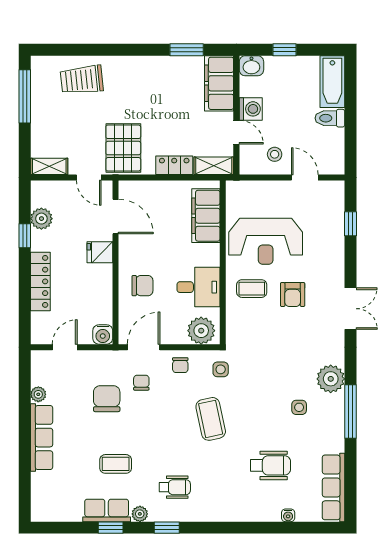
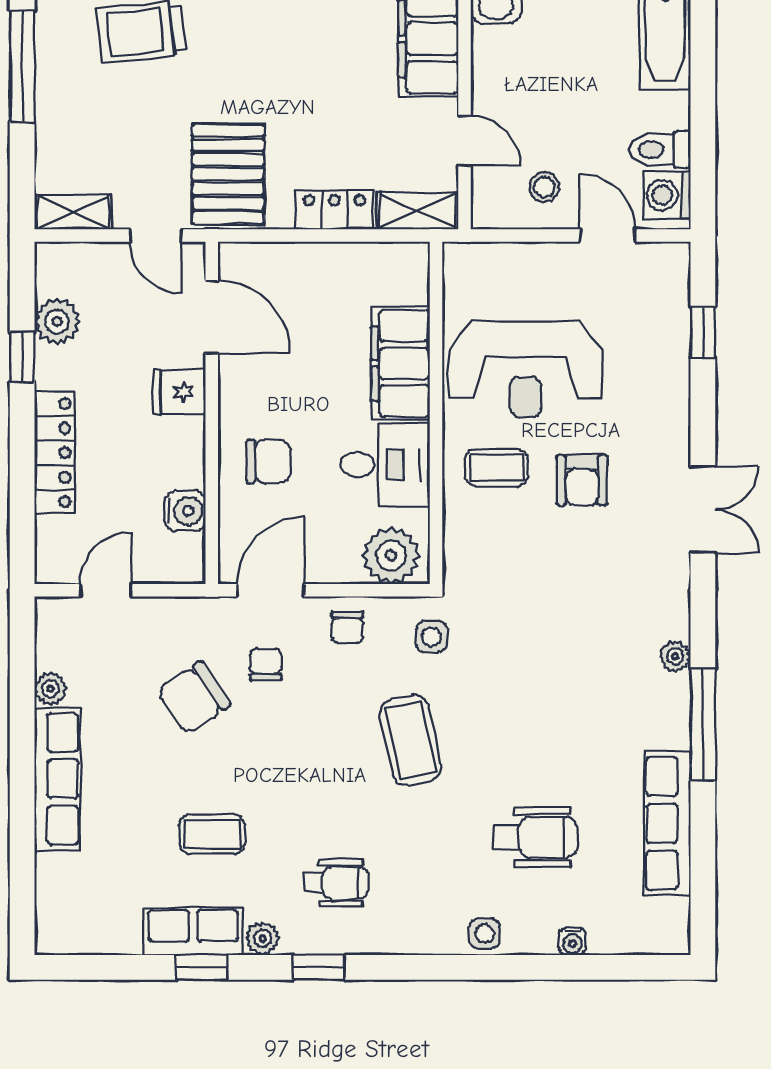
washing machine: (251, 109) -> (667, 195), moved, turned 180
toilet: (330, 118) -> (660, 149), moved
filing cabinet: (206, 216) -> (401, 363), moved
water cooler: (103, 334) -> (185, 511), moved, turned -90
plant: (331, 379) -> (675, 656), width x0.53, depth x0.53
chair: (107, 399) -> (193, 698), turned -124
side table: (299, 407) -> (484, 934), moved
row of seats: (334, 487) -> (668, 823), moved

